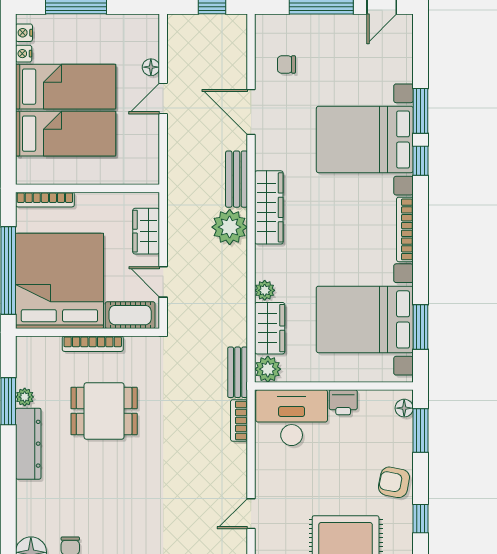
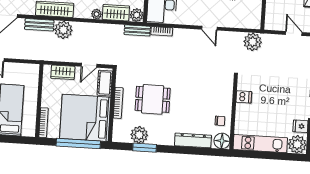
plant: (25, 397) -> (139, 135), width x1.87, depth x1.87
dining table: (104, 411) -> (153, 99), turned 90
dresser: (28, 444) -> (193, 140), moved

